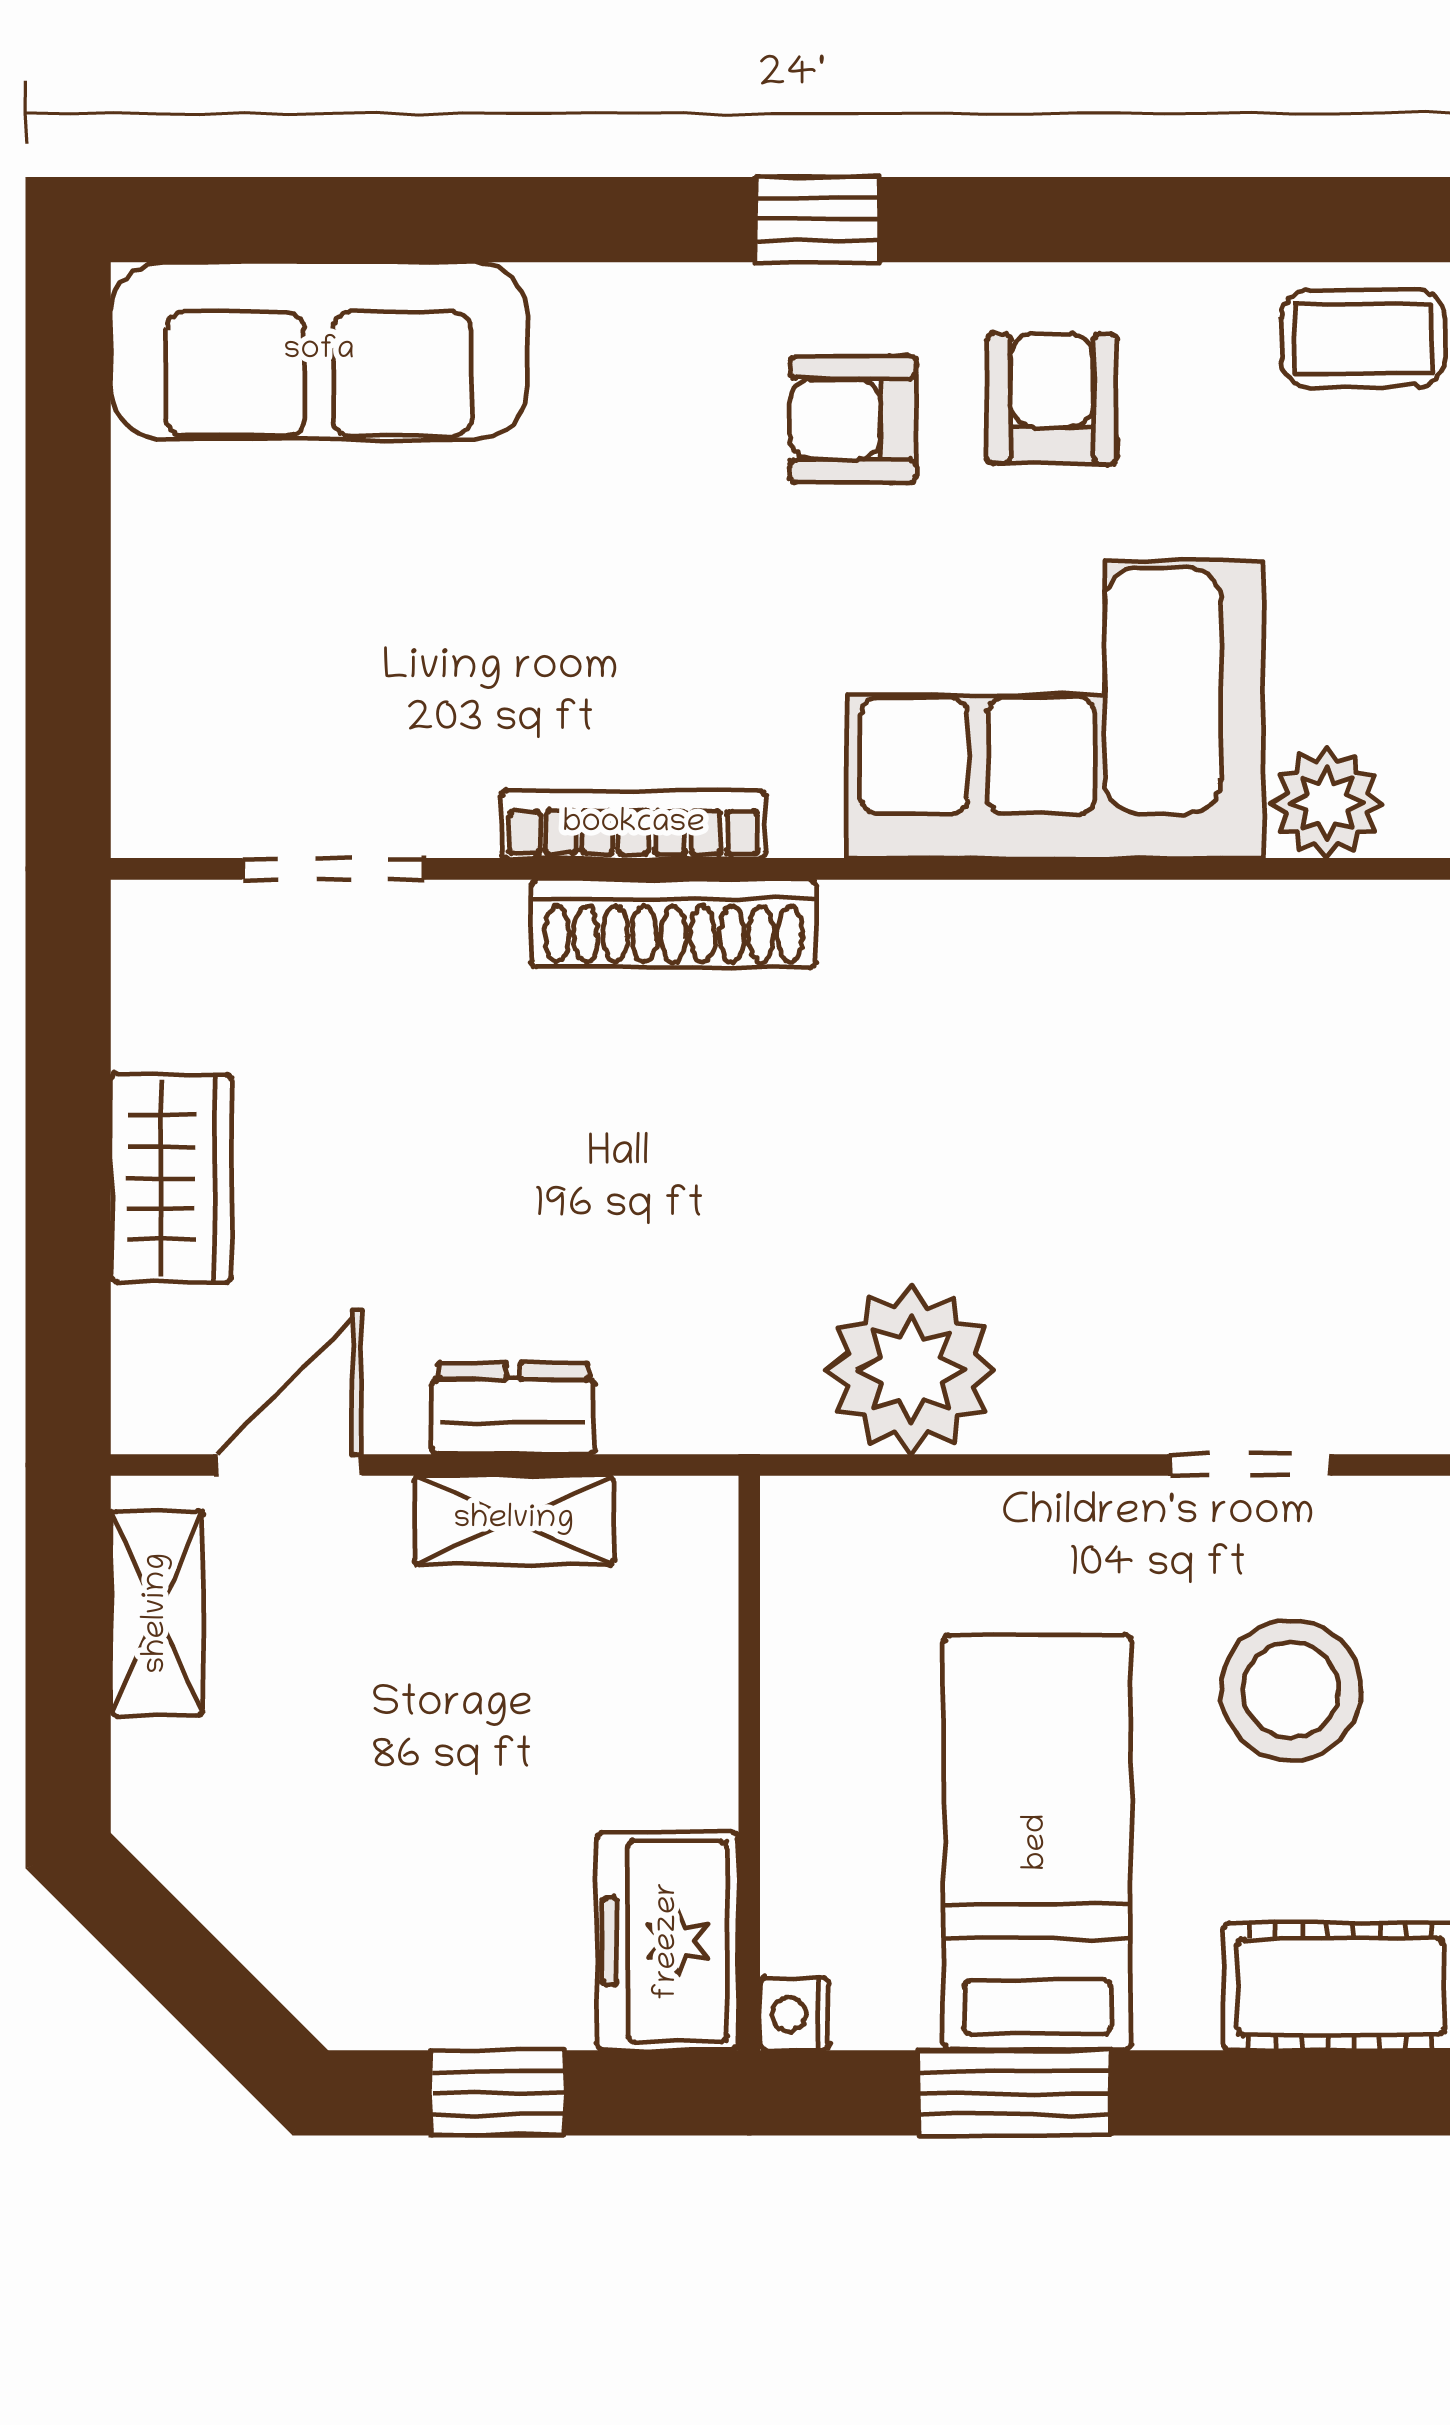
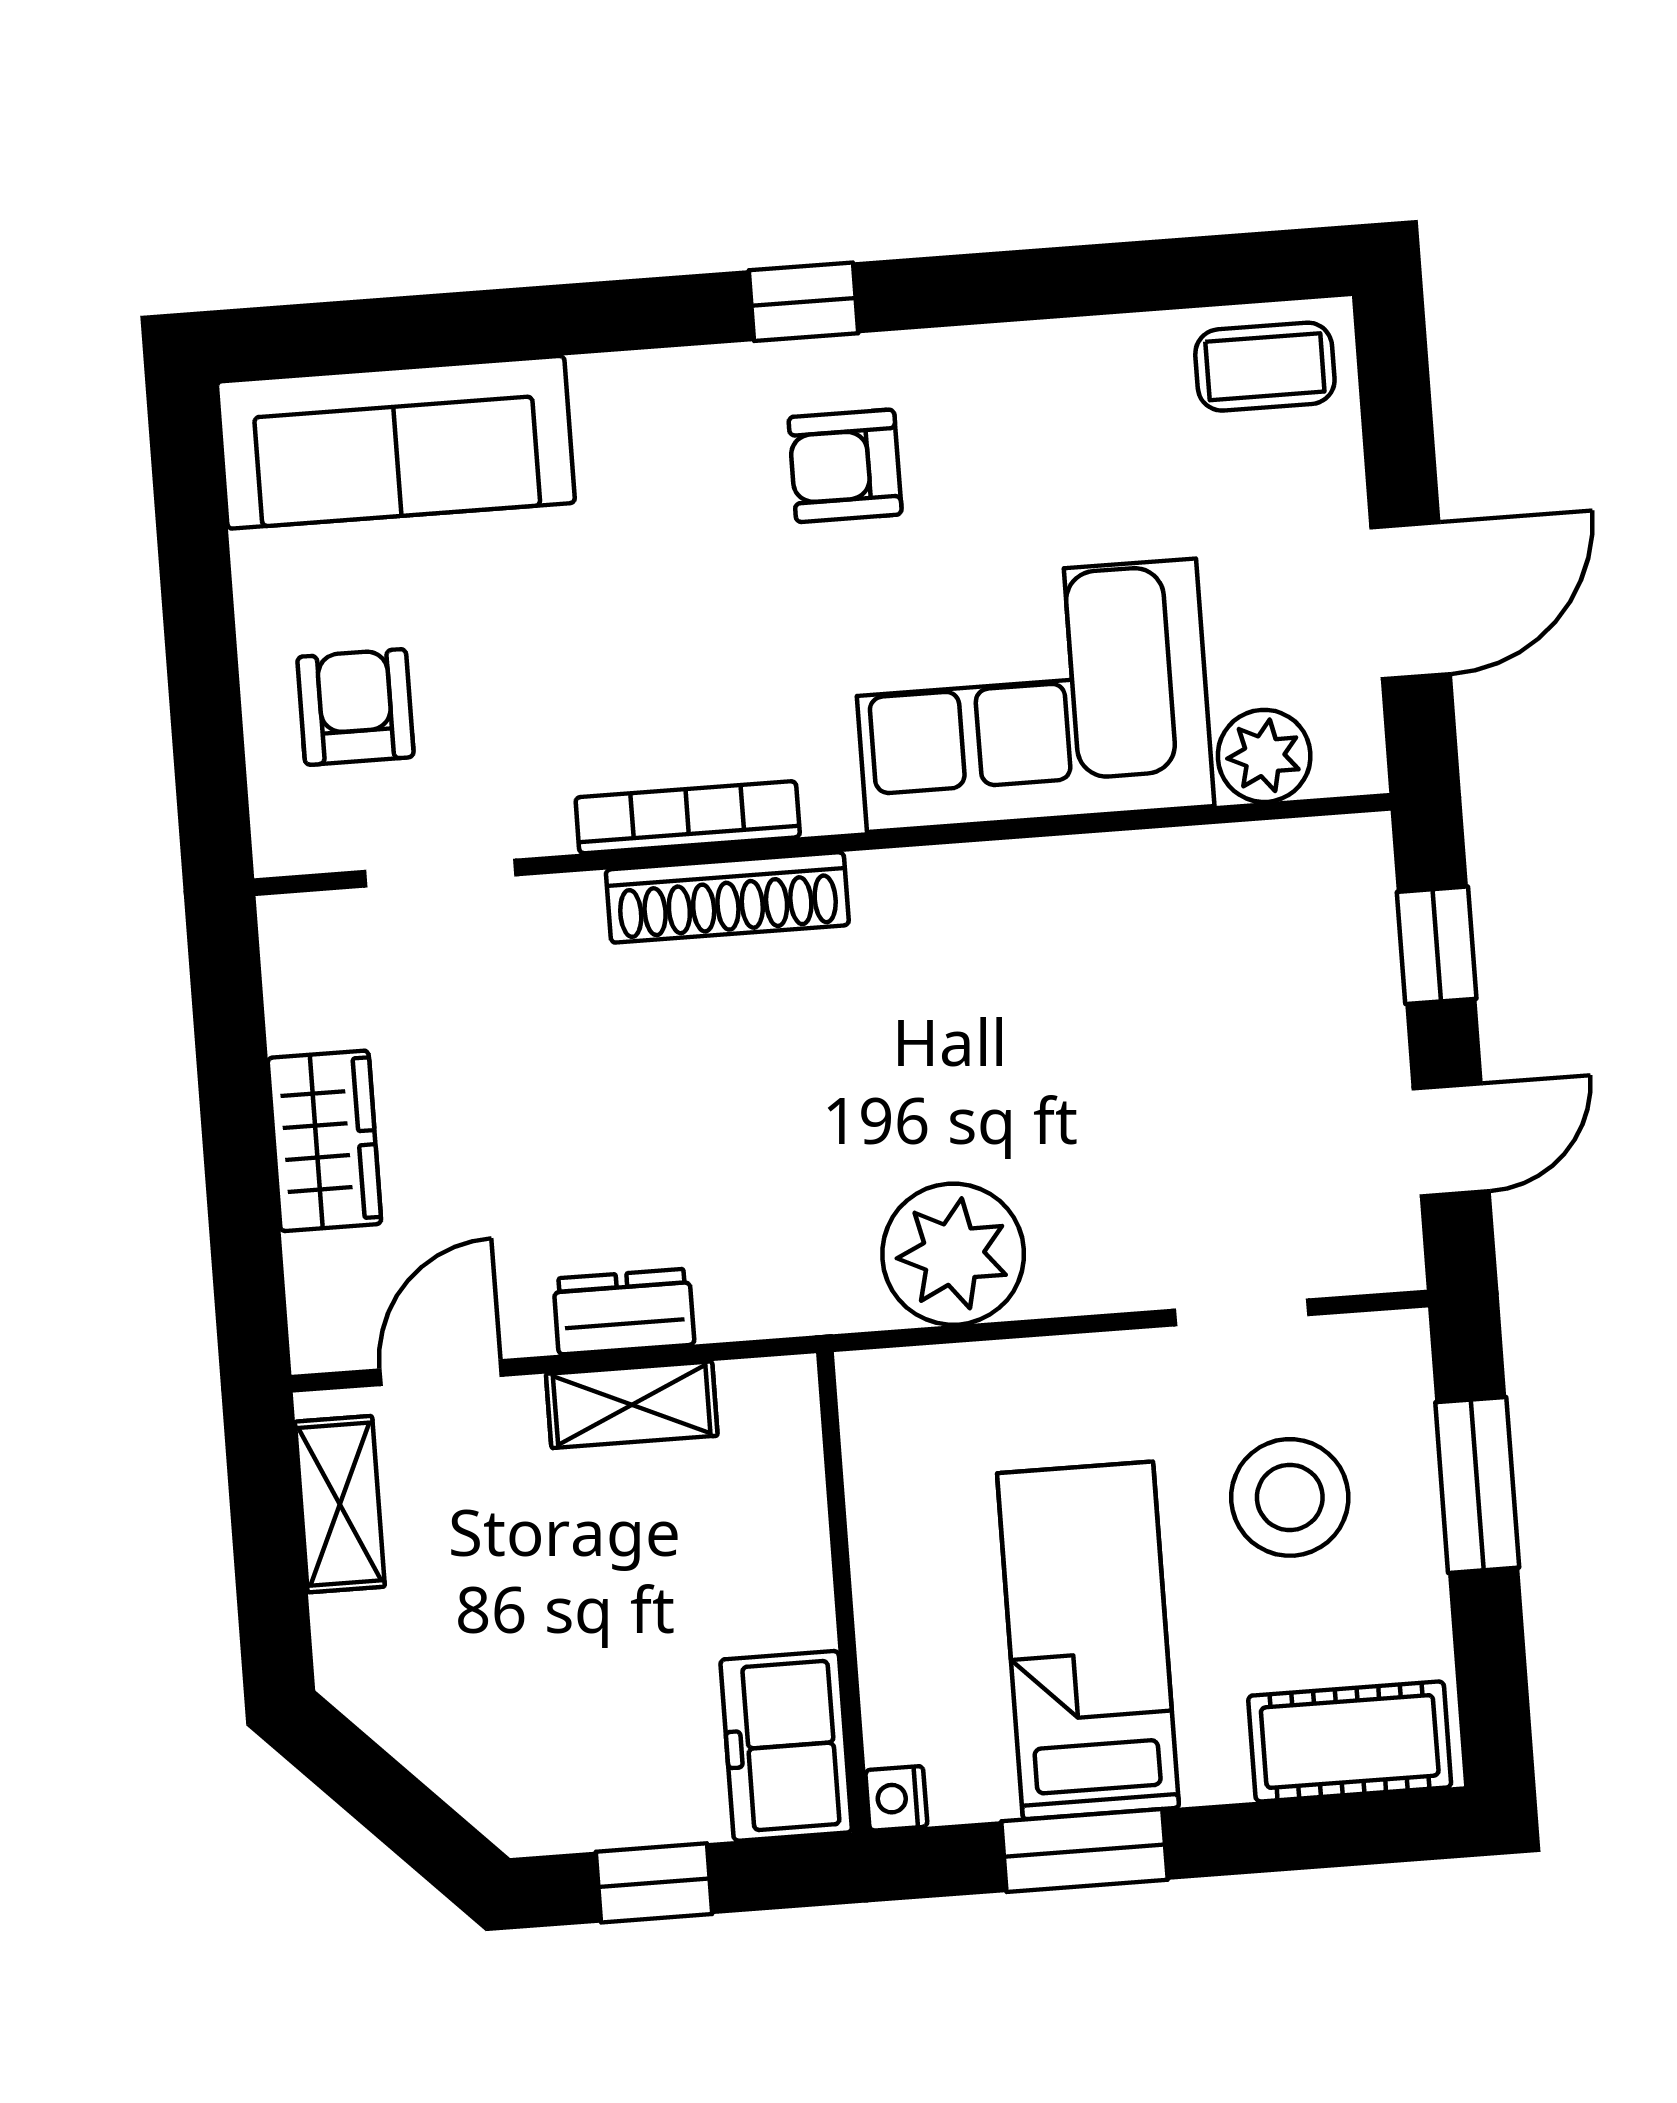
armchair: (1052, 399) -> (355, 707), moved

